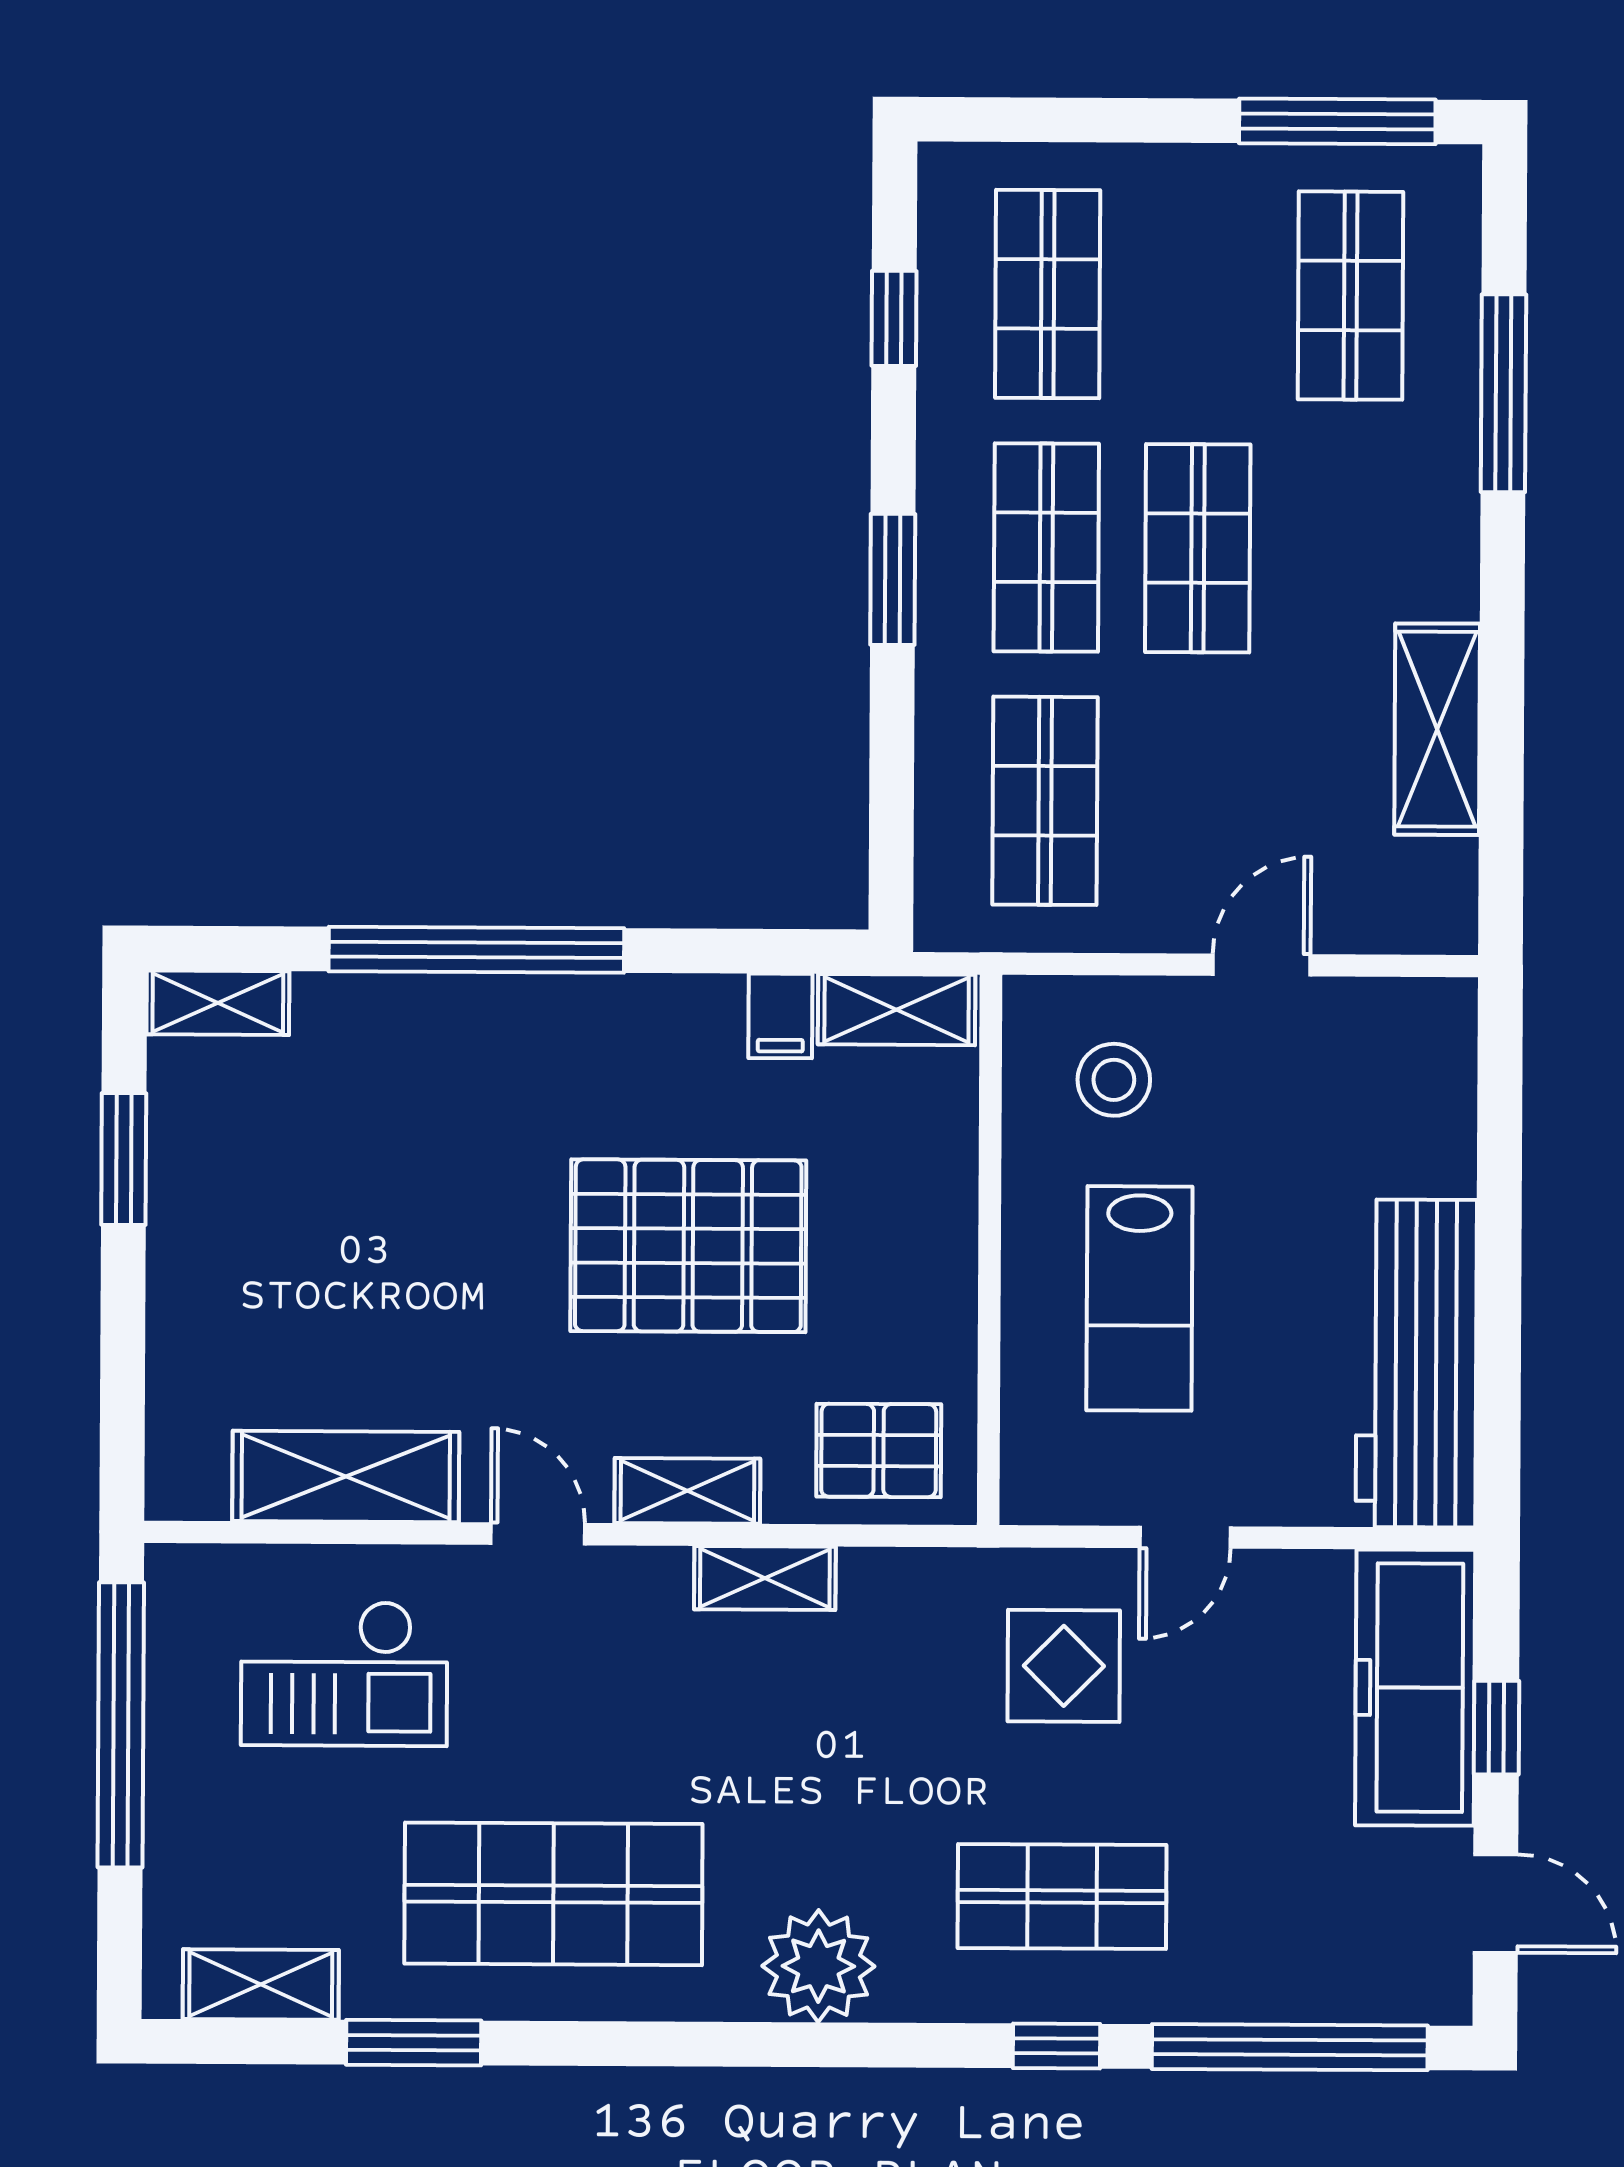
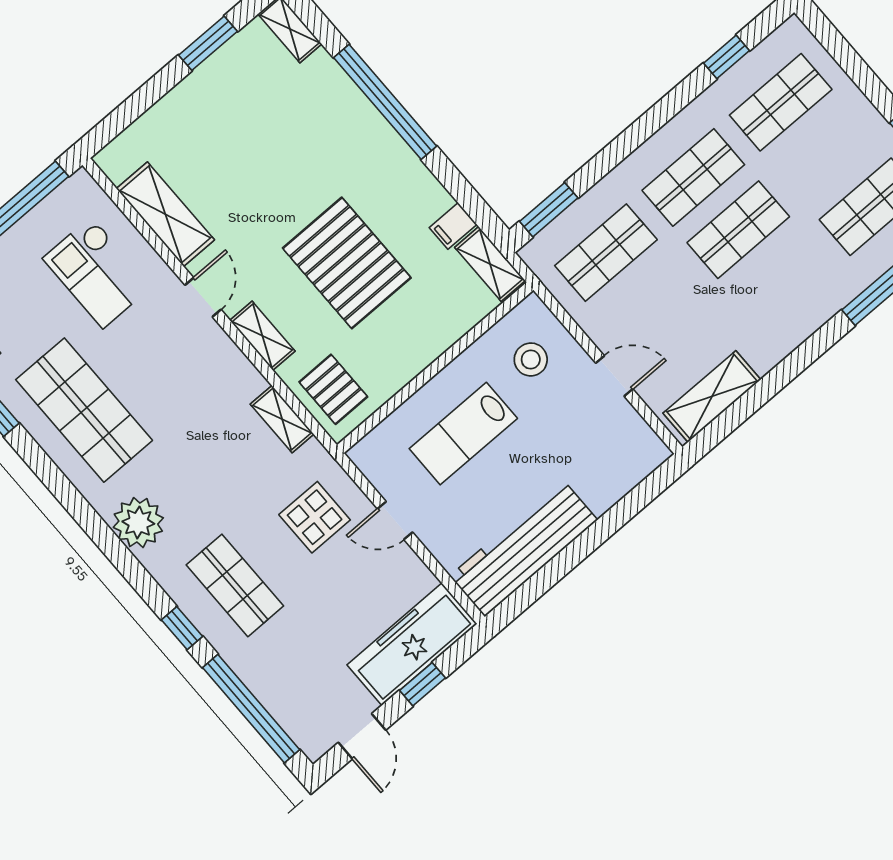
window: (893, 579) -> (549, 210), moved
shelving: (1437, 729) -> (712, 396), moved
shelving: (765, 1578) -> (282, 419), moved

